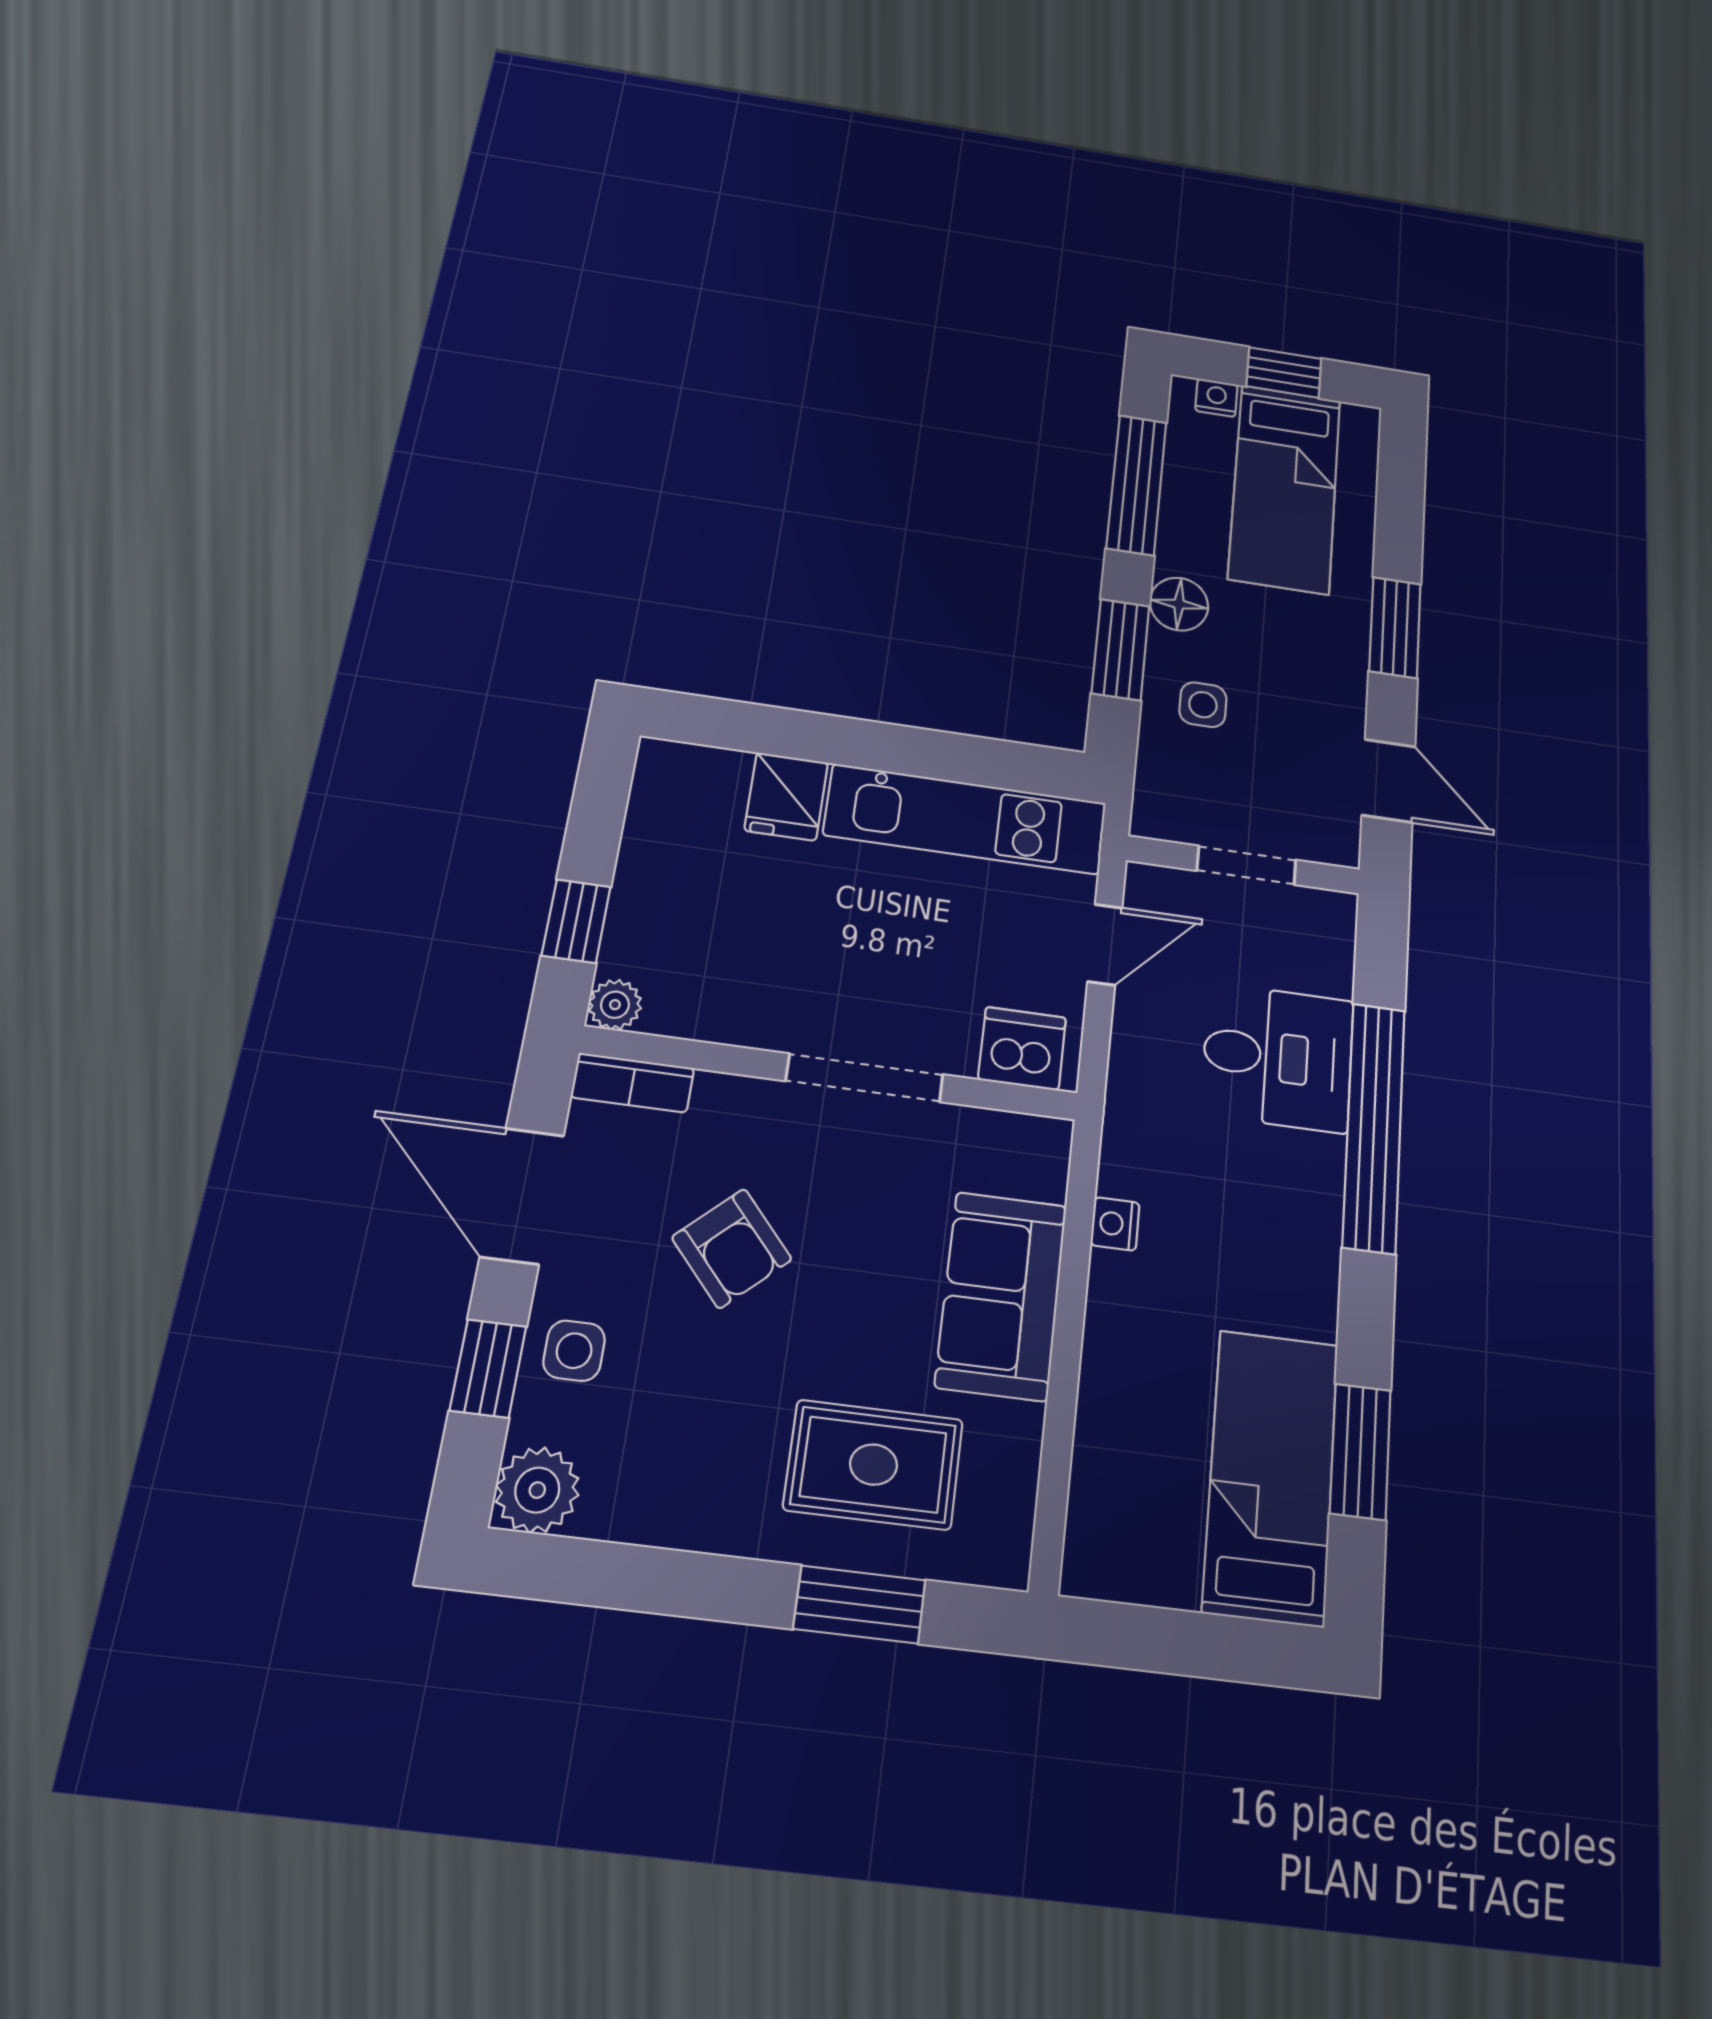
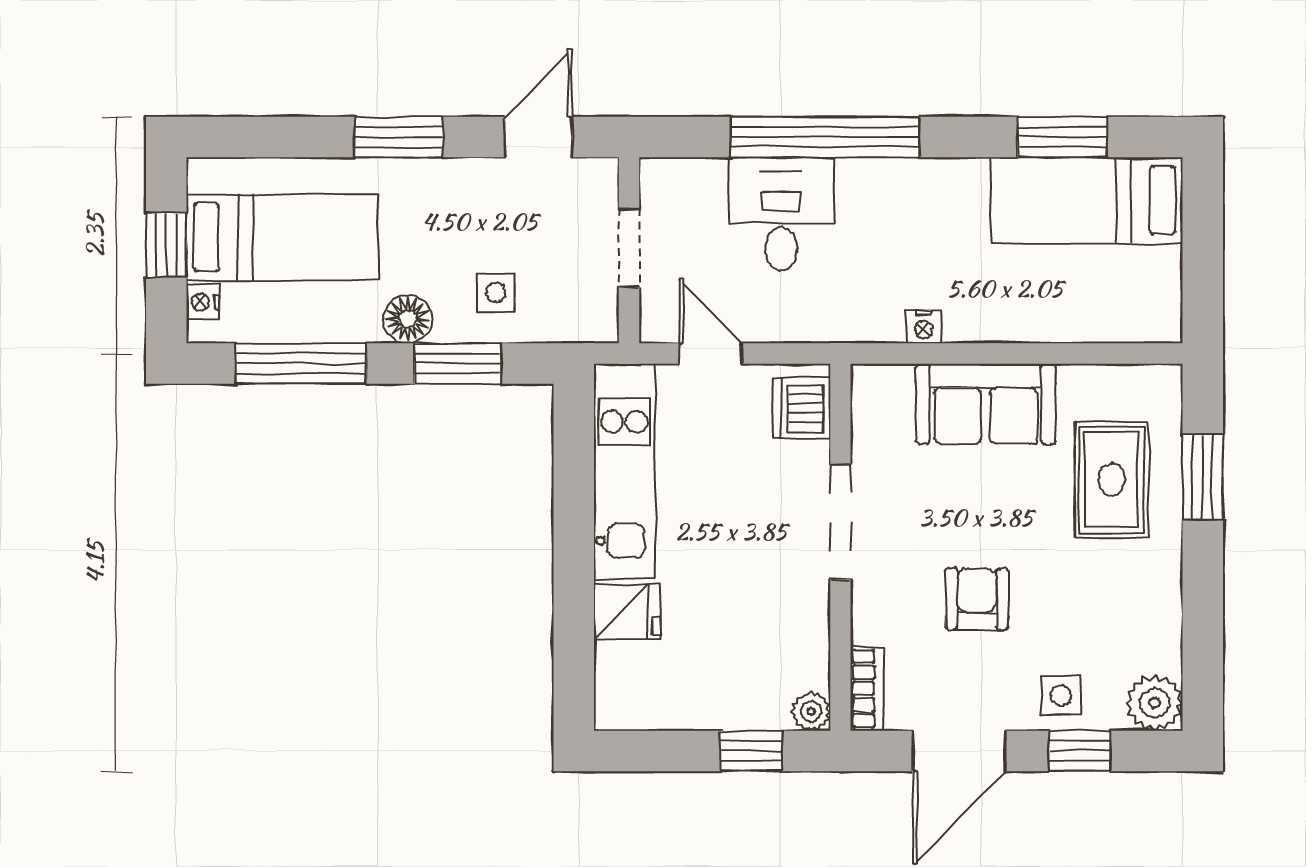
armchair: (732, 1248) -> (977, 599), turned -48

